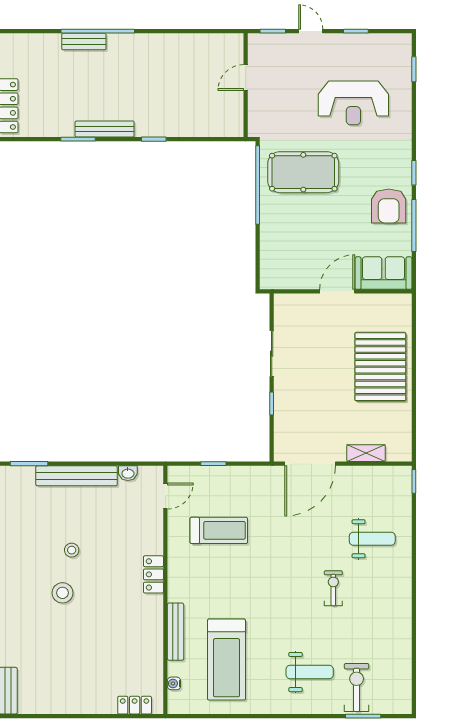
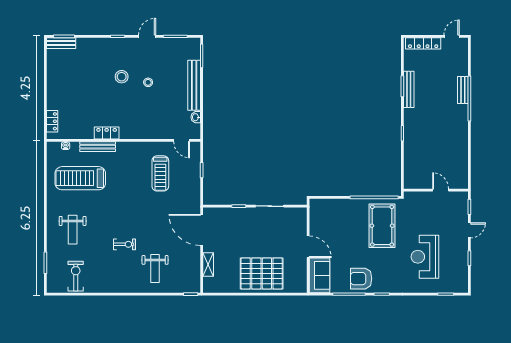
bench: (105, 129) -> (409, 89), moved
locker: (153, 574) -> (107, 133), moved
exercise bike: (357, 688) -> (76, 276), moved, turned -90

